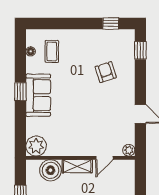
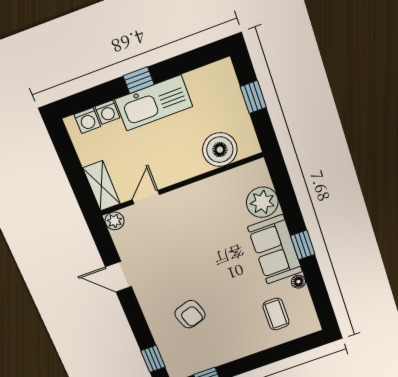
floor lamp: (31, 51) -> (298, 282), moved
plant: (36, 146) -> (262, 202), moved
shelving: (77, 166) -> (101, 186), moved, turned 90

